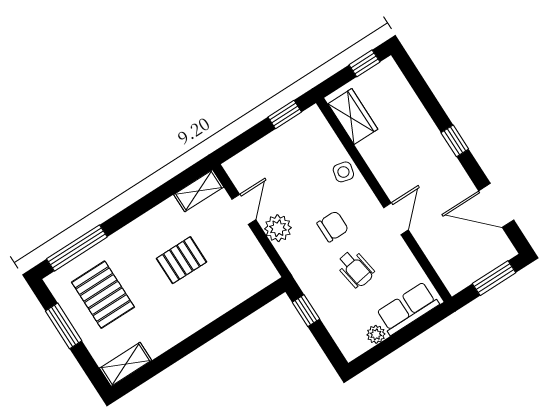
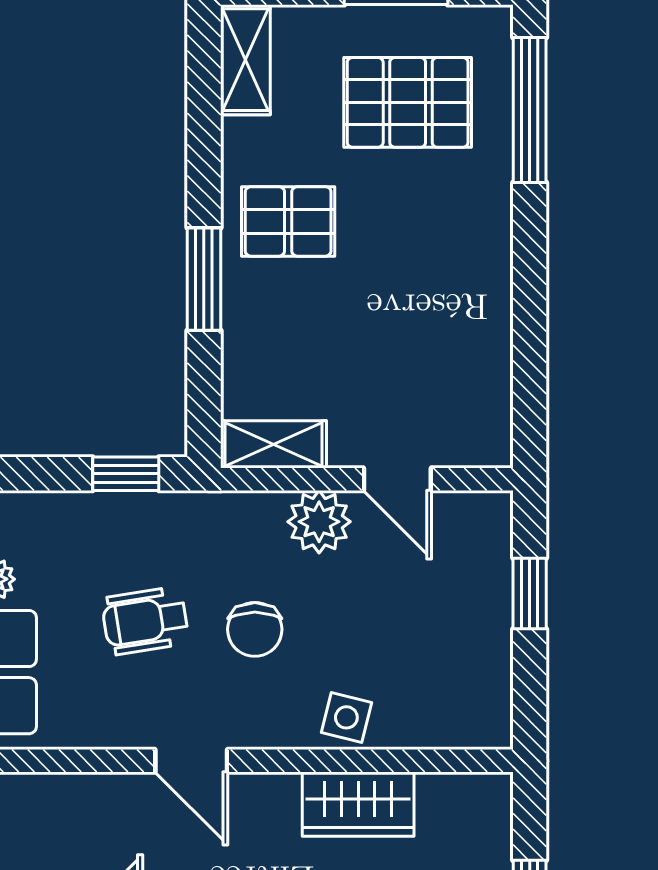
window: (285, 114) -> (530, 593), moved
wardrobe: (353, 116) -> (358, 804), moved
shelving: (199, 191) -> (273, 444), moved, turned 90
pallet: (181, 260) -> (288, 221), moved, turned 90
window: (216, 328) -> (204, 279), added

